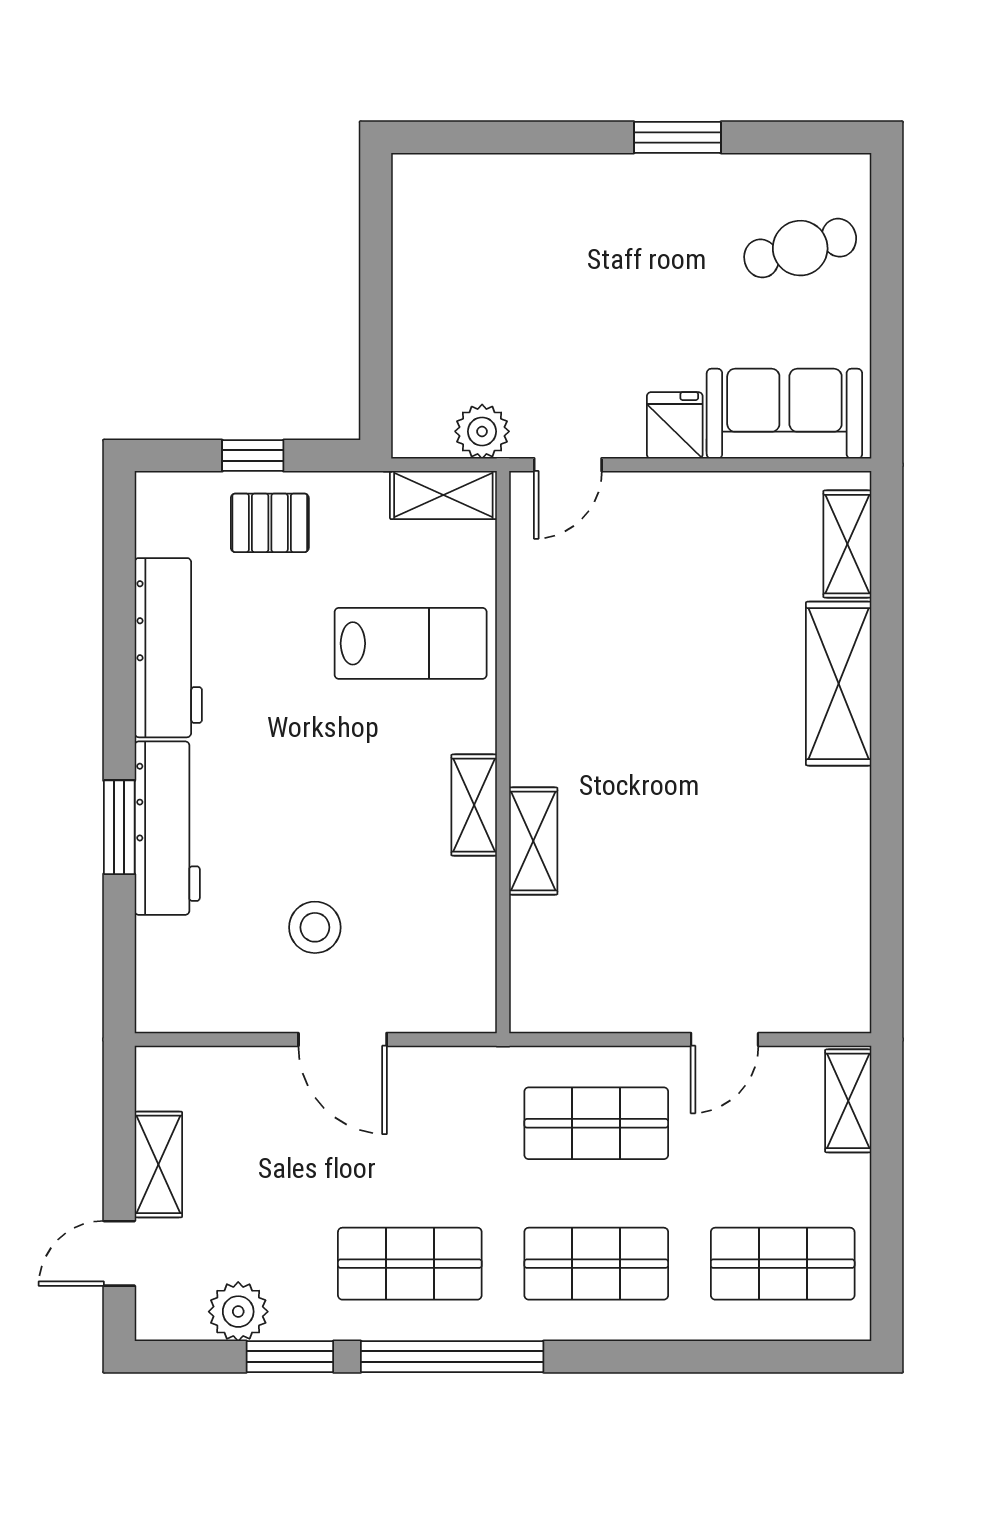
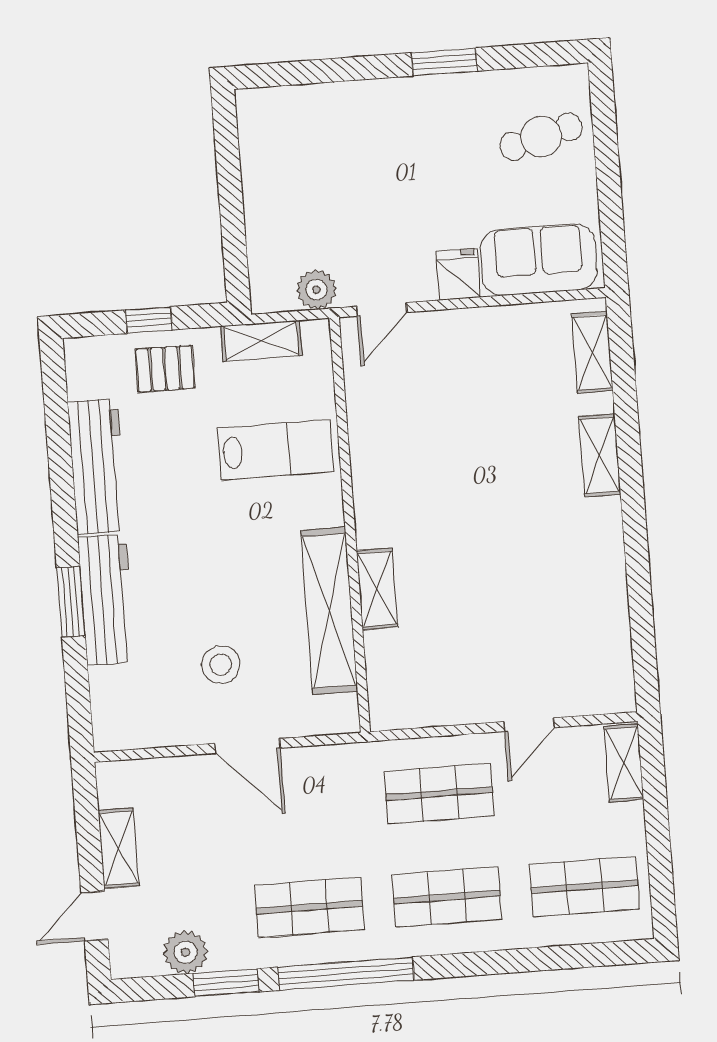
shelving: (443, 495) -> (261, 341), moved
shelving: (839, 684) -> (600, 455), width x0.67, depth x0.75
shelving: (474, 805) -> (329, 611), width x2.20, depth x1.33

